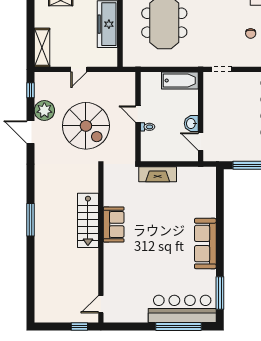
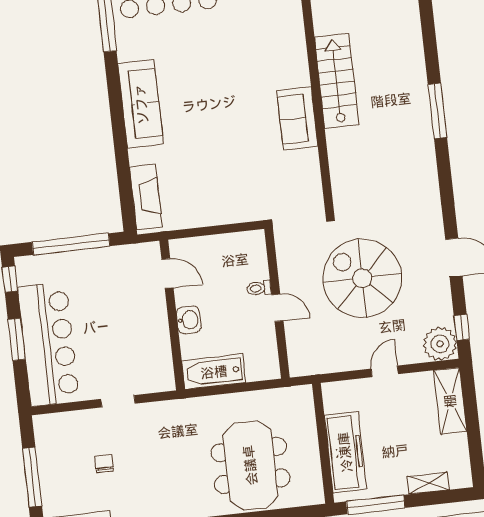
doorway: (222, 69) -> (118, 401), moved
plant: (44, 110) -> (440, 344), moved
washbasin: (191, 123) -> (189, 320), moved
fireplace: (158, 174) -> (146, 197), moved, turned 90
stairs: (88, 220) -> (337, 81), moved

